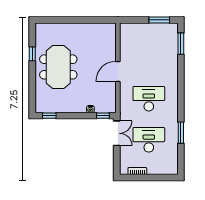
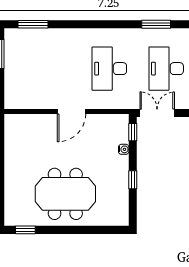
window: (32, 54) -> (25, 230), moved
door: (118, 71) -> (72, 111), hinge flipped
window: (49, 116) -> (133, 180), moved

